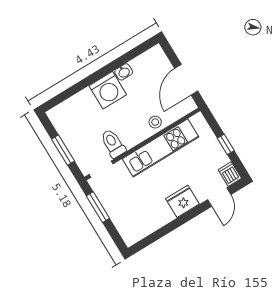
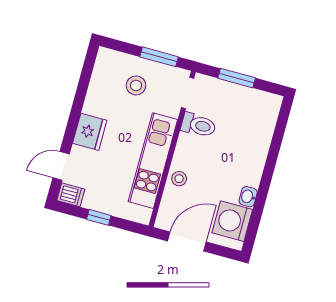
door: (186, 80) -> (187, 241), hinge flipped
washing machine: (108, 90) -> (232, 221), moved
door: (219, 197) -> (61, 166), hinge flipped
stool: (128, 203) -> (136, 85), added

